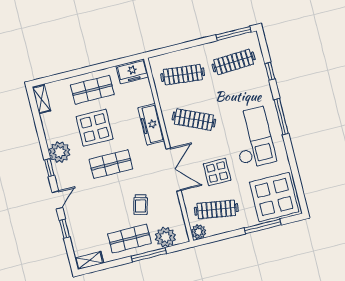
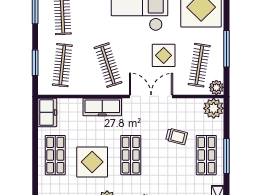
window: (178, 47) -> (35, 63), added
clothes rail: (194, 120) -> (108, 65), turned -42
window: (263, 226) -> (227, 49), moved
plant: (165, 237) -> (214, 108), moved
window: (149, 255) -> (227, 156), moved

